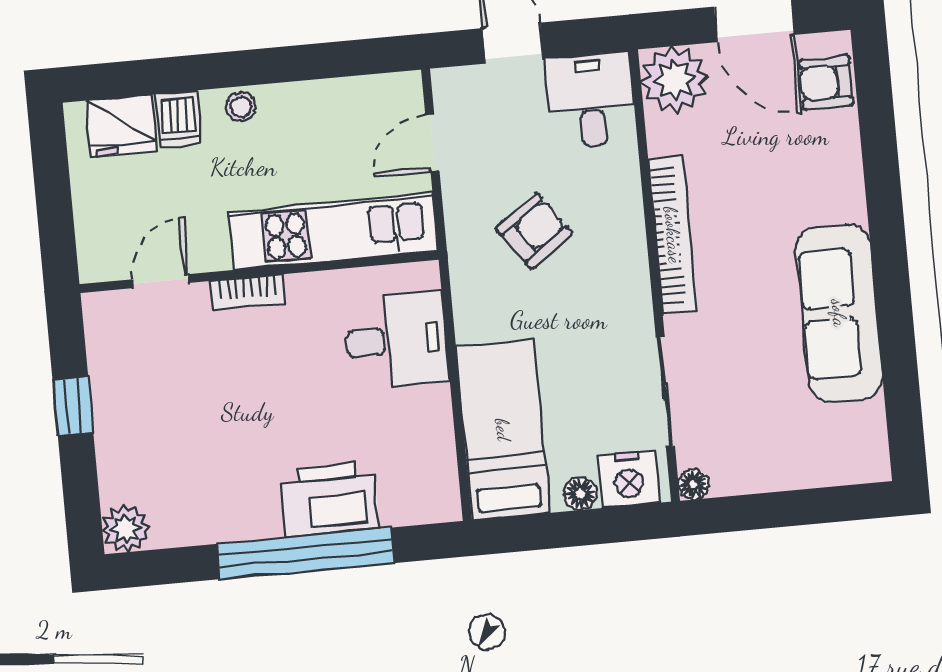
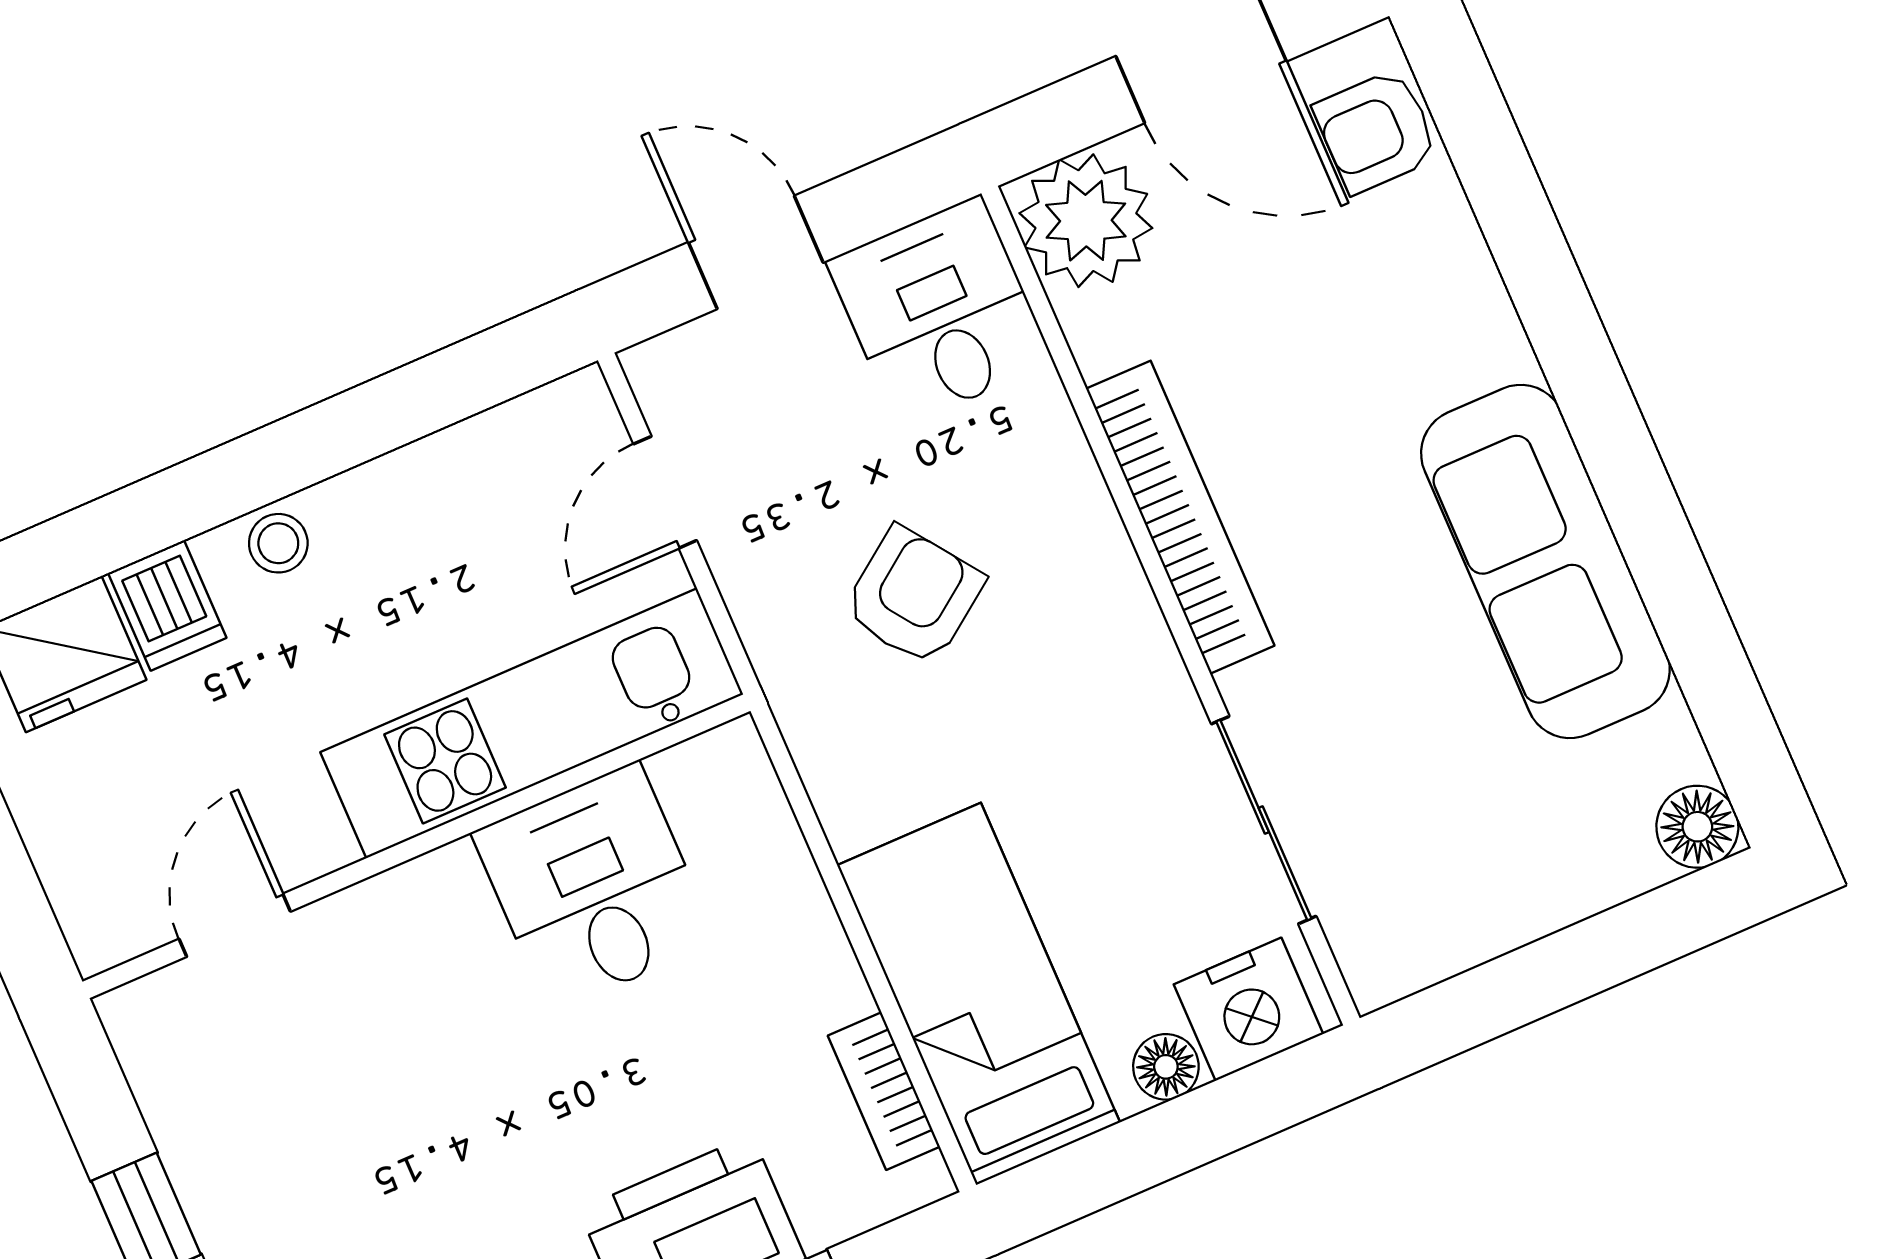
bookcase: (248, 292) -> (884, 1091), moved, turned 90
desk: (396, 340) -> (594, 887), moved, turned -90
floor lamp: (693, 485) -> (1697, 827), moved, width x1.37, depth x1.37

